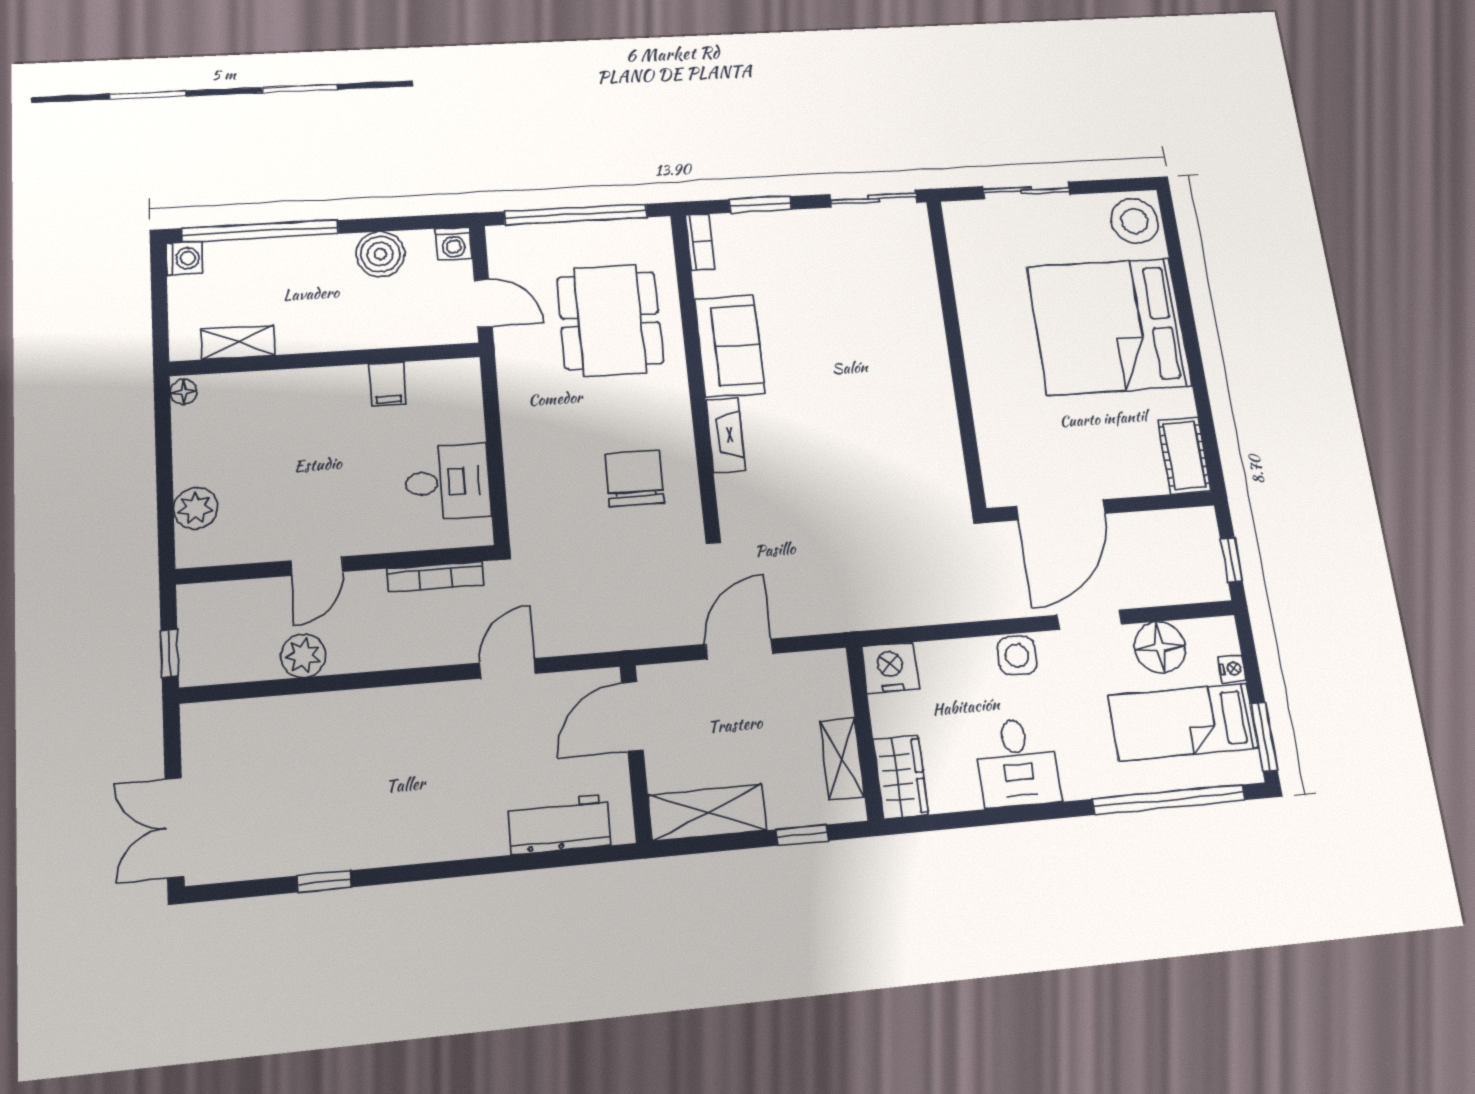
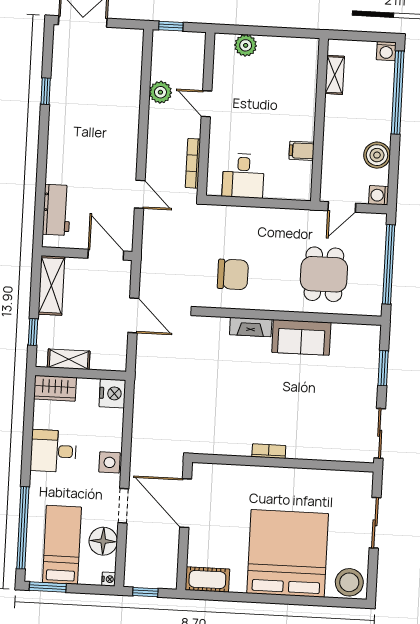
bookcase: (700, 242) -> (269, 451), moved, turned 180
dining table: (610, 320) -> (324, 274), width x0.73
floor lamp: (184, 392) -> (310, 45), removed
nightstand: (1232, 669) -> (109, 579), moved, turned -90

